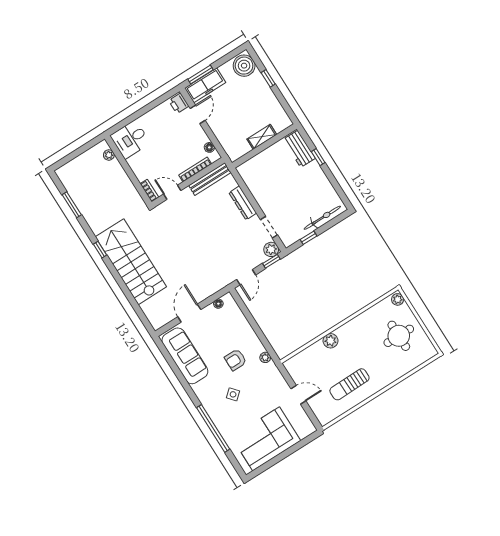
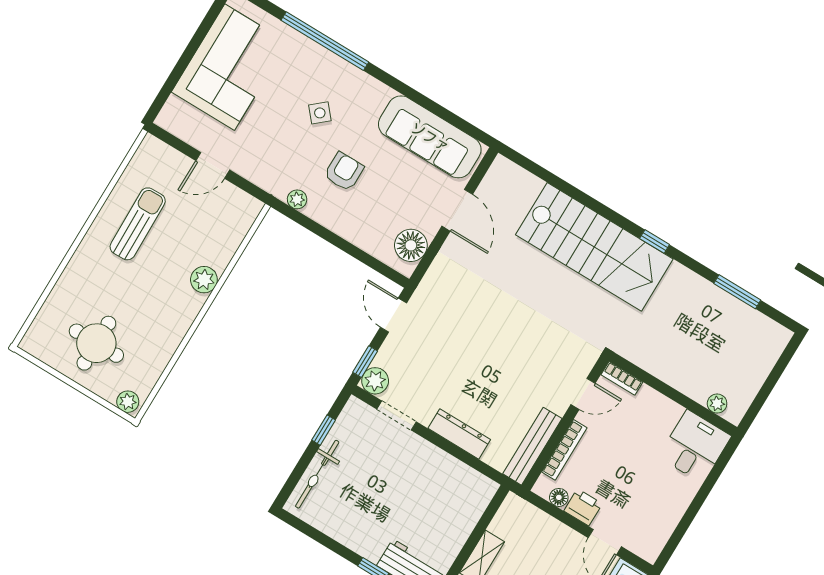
printer: (179, 103) -> (583, 507), moved
floor lamp: (218, 304) -> (411, 245), width x1.89, depth x1.89

